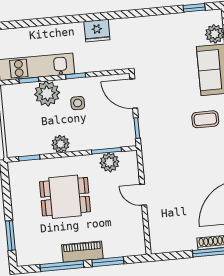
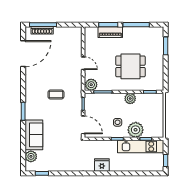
coffee table: (205, 119) -> (56, 94), moved
plant: (109, 162) -> (91, 85), moved
piano: (82, 252) -> (110, 32), moved

